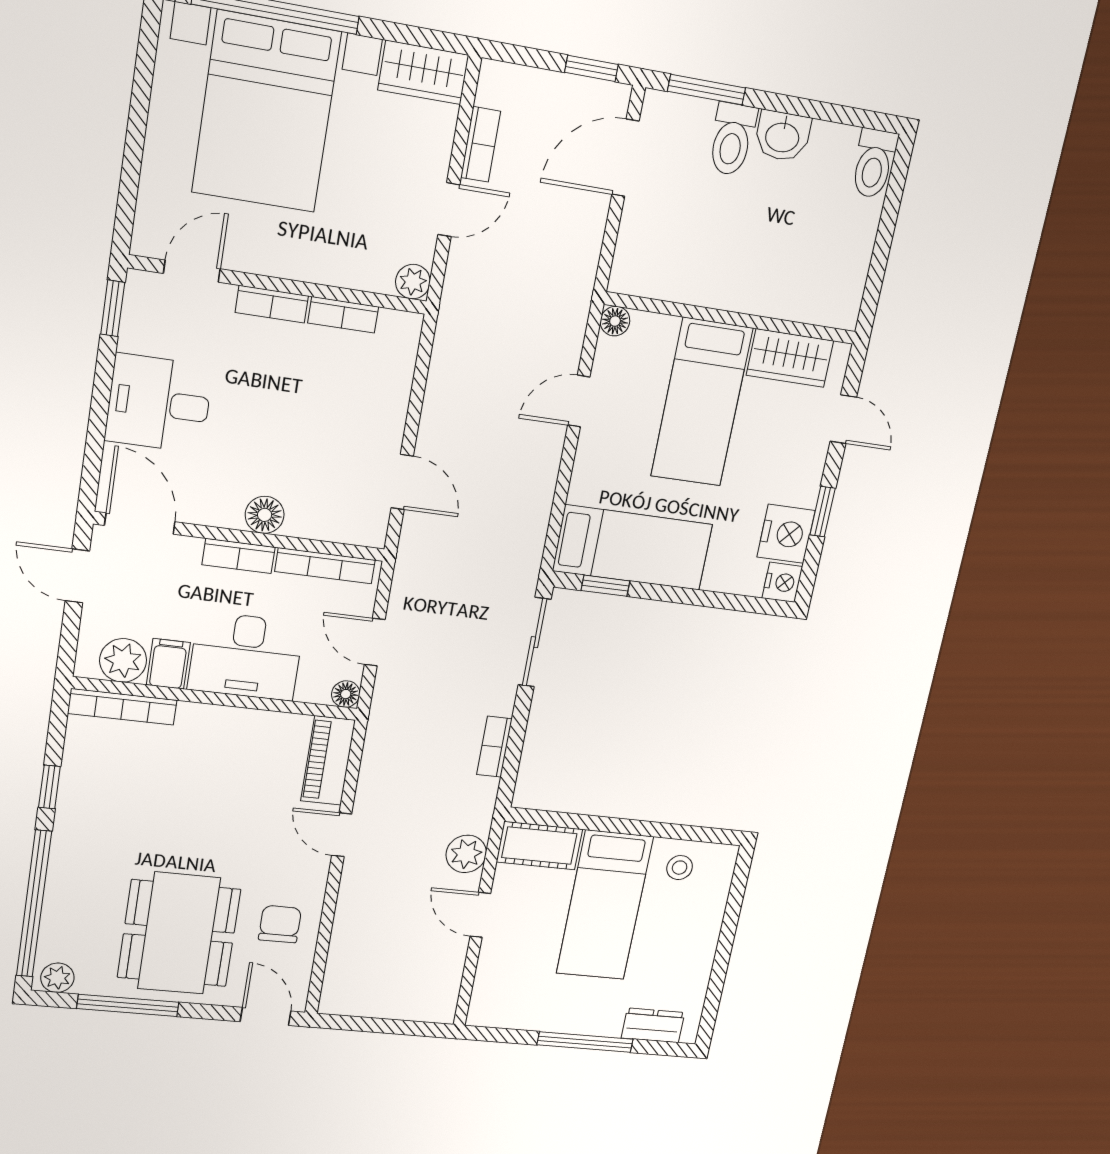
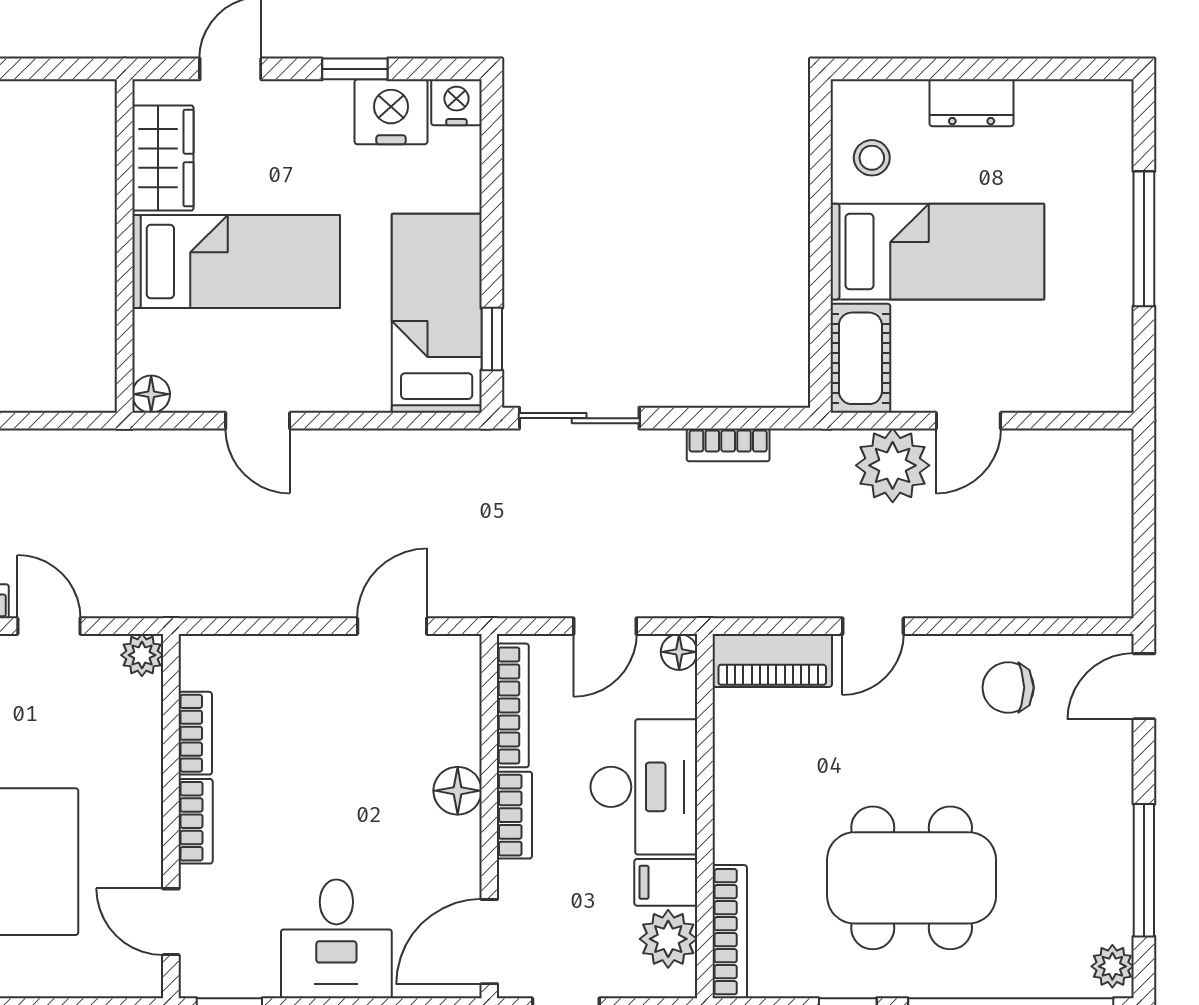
plant: (466, 854) -> (893, 465), width x1.36, depth x1.36
dining table: (179, 933) -> (912, 878), moved
dresser: (653, 1025) -> (972, 103), moved, turned -90

